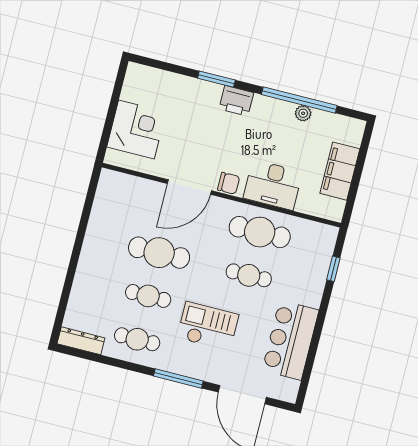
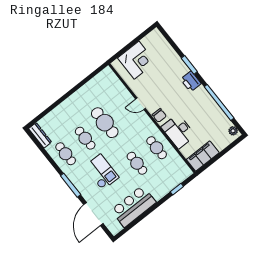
plant: (303, 113) -> (233, 131), moved
filing cabinet: (340, 171) -> (203, 156), moved
door: (189, 187) -> (141, 104), width x0.53
cafe table: (260, 232) -> (157, 148), width x0.73, depth x0.74

